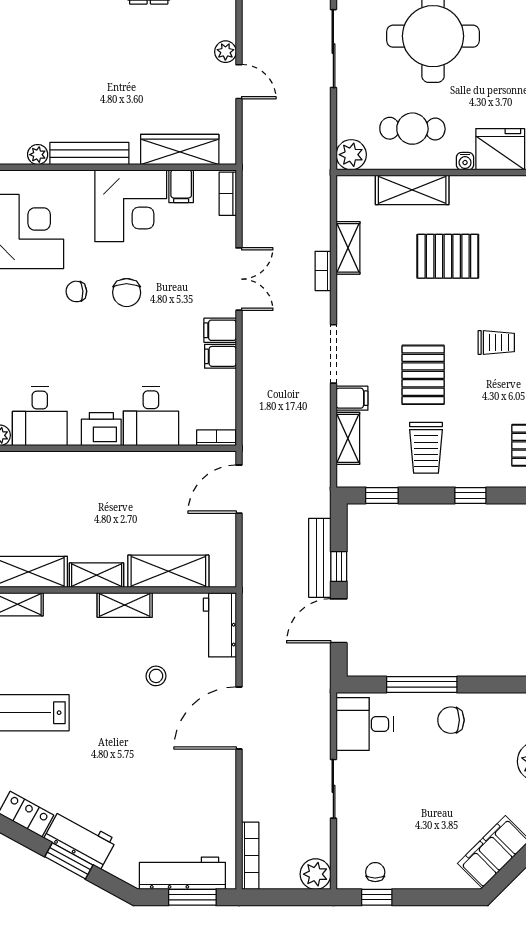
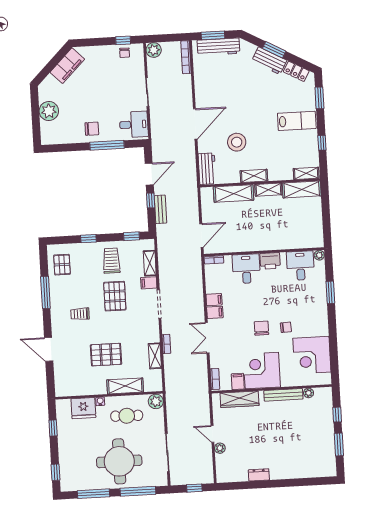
bench: (320, 558) -> (160, 209), width x0.73
stool: (156, 676) -> (237, 142), width x1.89, depth x1.89

